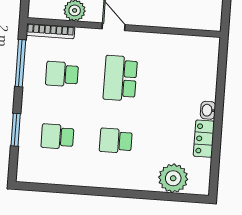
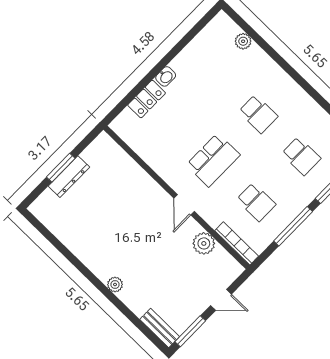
window: (20, 63) -> (293, 226), moved
locker: (204, 139) -> (147, 99), moved
plant: (173, 178) -> (243, 41), width x0.53, depth x0.53

